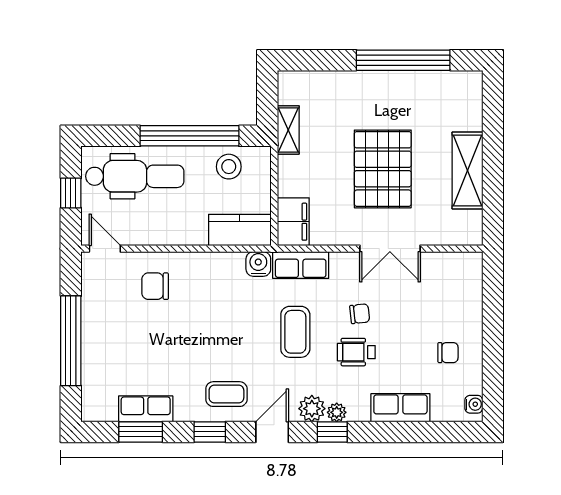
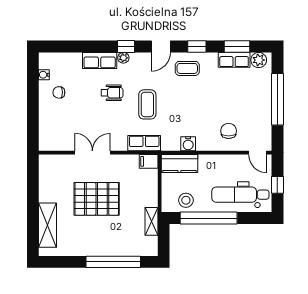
window: (403, 60) -> (113, 262), moved
pallet: (383, 169) -> (97, 199), turned 90
shelving: (467, 170) -> (48, 225), moved
filing cabinet: (293, 222) -> (149, 161), width x0.50
water cooler: (258, 264) -> (188, 144), moved
chair: (155, 286) -> (229, 131), turned -90
chair: (360, 314) -> (110, 115), removed
water cooler: (474, 404) -> (44, 75), moved
row of seats: (400, 408) -> (100, 60), moved
plant: (312, 409) -> (259, 60), moved

